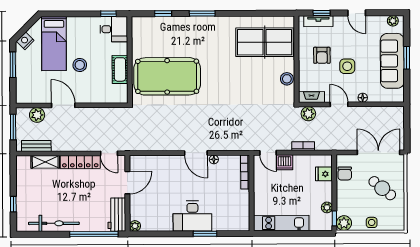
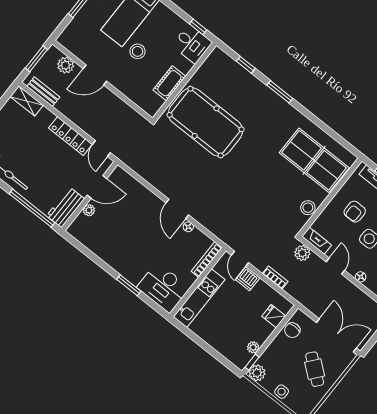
door: (63, 105) -> (95, 75), swing flipped
shelving: (45, 162) -> (27, 101), moved
desk: (192, 216) -> (163, 288), moved
kitchen unit: (281, 223) -> (199, 298), moved, turned 90
plant: (135, 226) -> (89, 210), moved

